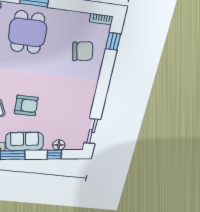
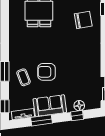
armchair: (26, 106) -> (47, 72), turned 180

